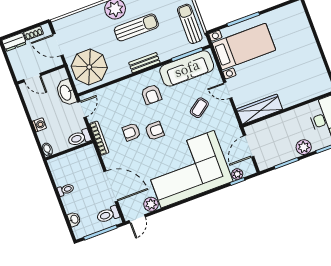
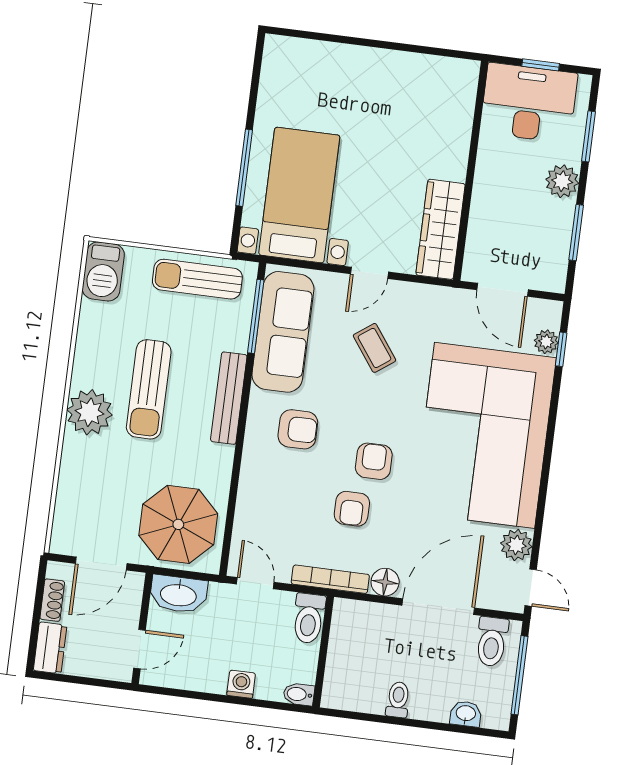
sun lounger: (136, 27) -> (149, 389), turned 180
bench: (144, 63) -> (229, 398), width x1.36
washbasin: (66, 93) -> (178, 594), moved
floor lamp: (109, 160) -> (385, 582), added

